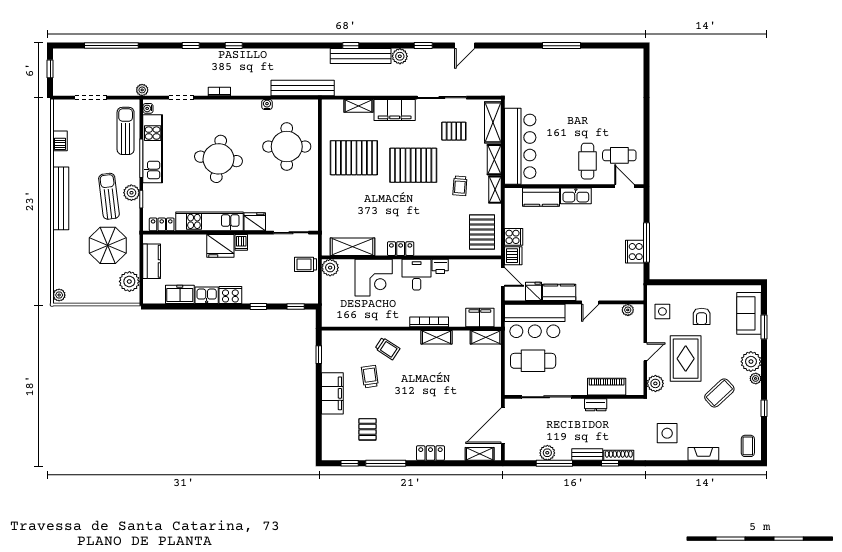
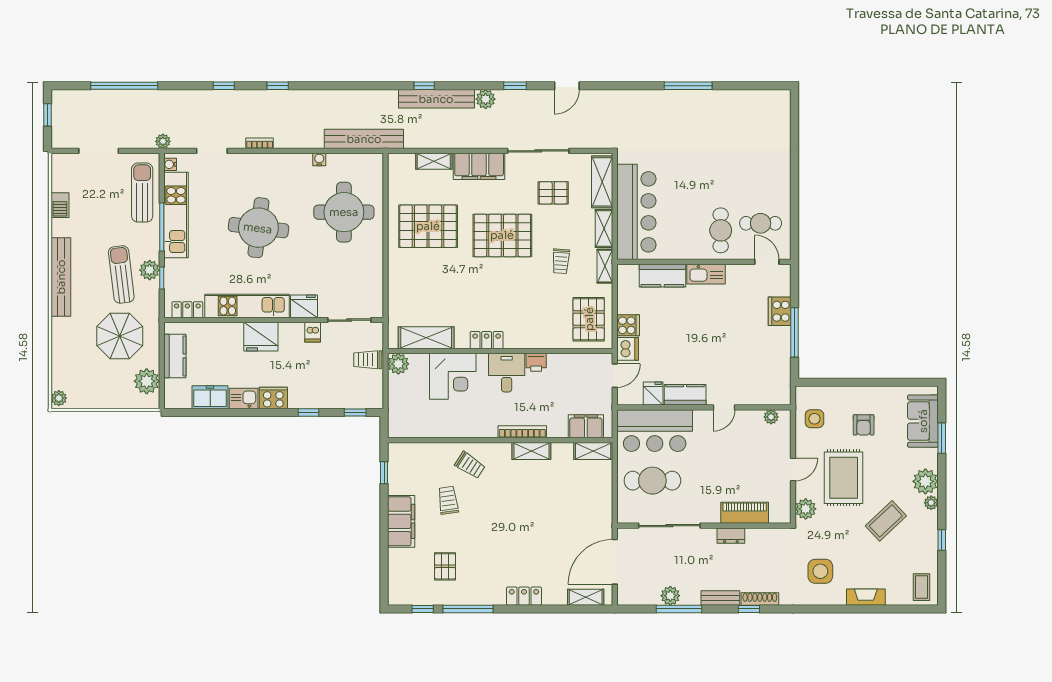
dishwasher: (241, 242) -> (313, 332), moved
cooker: (635, 252) -> (780, 311), moved
door: (503, 277) -> (615, 376), hinge flipped

